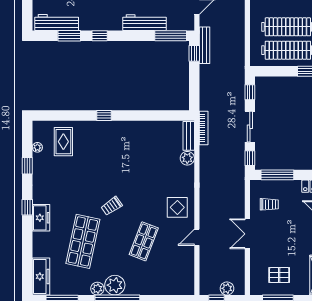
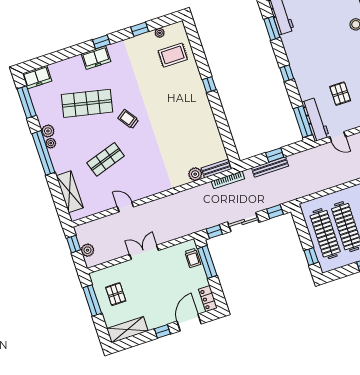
workbench: (144, 23) -> (315, 119), moved
window: (100, 36) -> (287, 73), moved
bench: (205, 45) -> (270, 167), moved
window: (194, 53) -> (275, 155), moved
trolley: (269, 204) -> (193, 258), moved
display table: (177, 207) -> (147, 180), removed
shop shelf: (144, 241) -> (106, 159), turned -39
freezer: (41, 277) -> (37, 77), width x0.71
plant: (115, 285) -> (51, 143), width x0.53, depth x0.53
shelving: (164, 287) -> (70, 192), added

